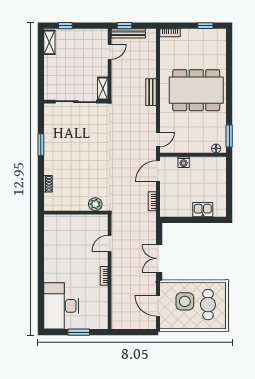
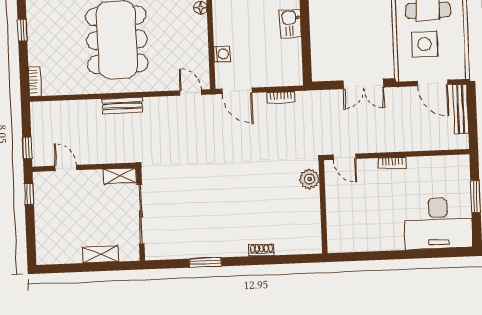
window: (65, 26) -> (29, 194), moved
bench: (128, 33) -> (461, 109), moved
shelving: (49, 42) -> (100, 254), moved
plant: (95, 204) -> (310, 179), moved
wall: (76, 213) -> (323, 207), moved
door: (158, 306) -> (432, 83), hinge flipped

